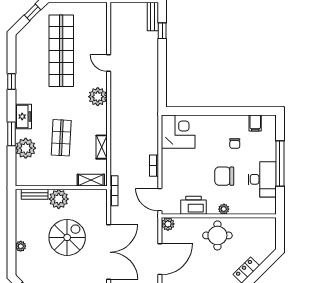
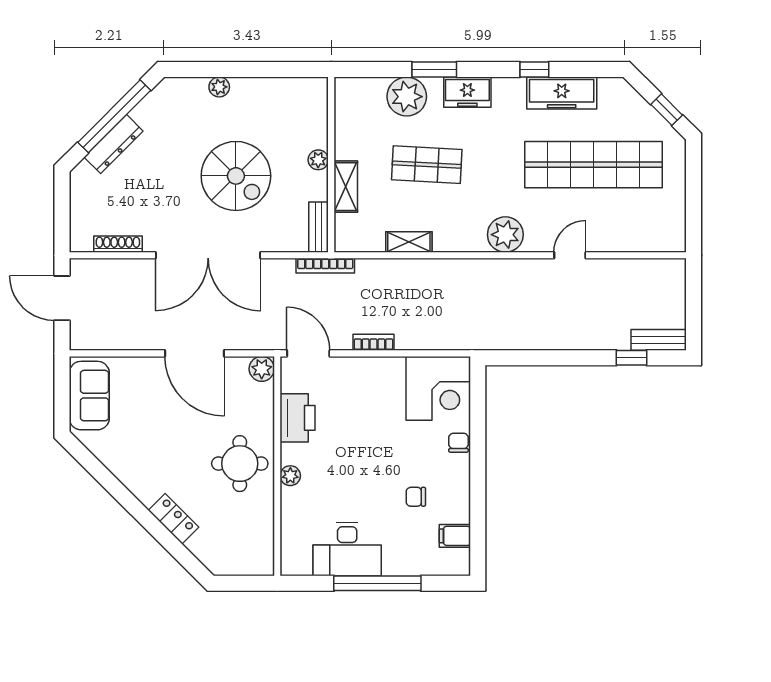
freezer: (24, 67) -> (562, 93), added
chair: (224, 176) -> (459, 443), moved, width x0.54, depth x0.54
shelving: (91, 180) -> (346, 187), moved
bench: (35, 194) -> (319, 227), moved
plant: (59, 199) -> (318, 160), width x0.53, depth x0.53
door: (160, 200) -> (308, 353), hinge flipped

